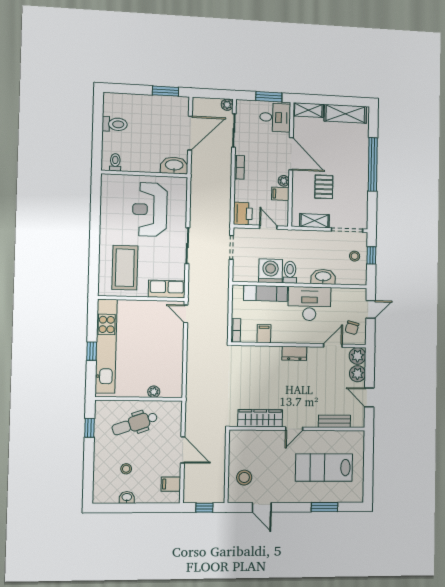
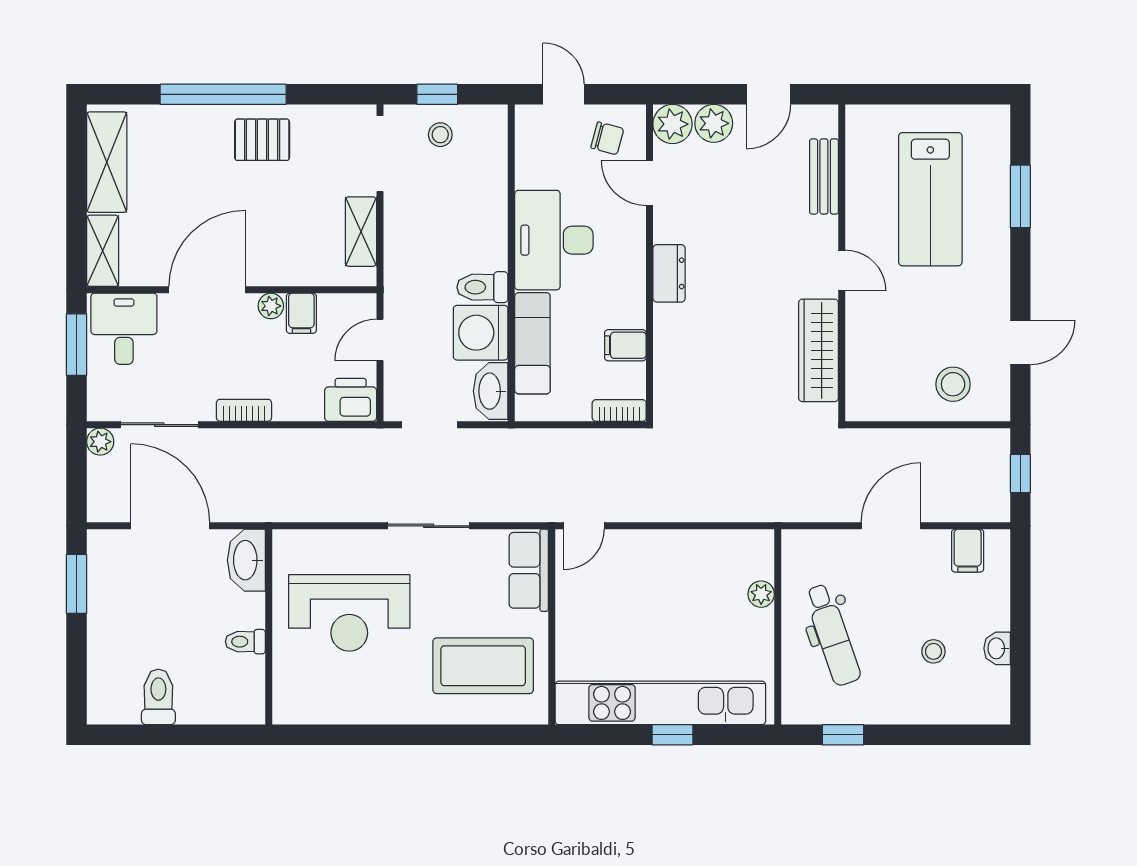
toilet: (115, 162) -> (245, 642), moved
pallet: (324, 187) -> (262, 140), moved
washbasin: (323, 277) -> (491, 391), moved

